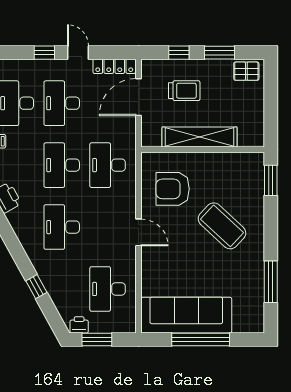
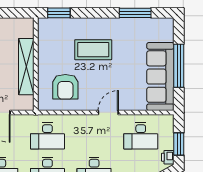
coffee table: (222, 226) -> (93, 50), turned 47
door: (139, 232) -> (108, 112), moved

